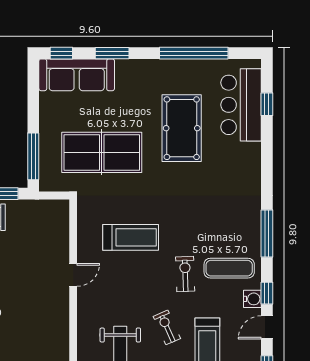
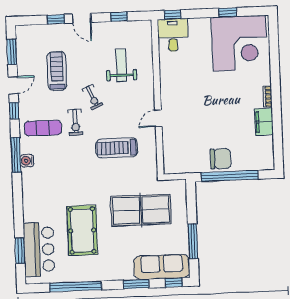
window: (267, 104) -> (20, 251), width x1.50
window: (33, 156) -> (193, 241), moved
water cooler: (252, 299) -> (27, 161), moved
exercise bike: (167, 327) -> (92, 97), moved

